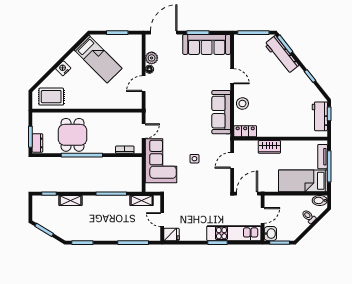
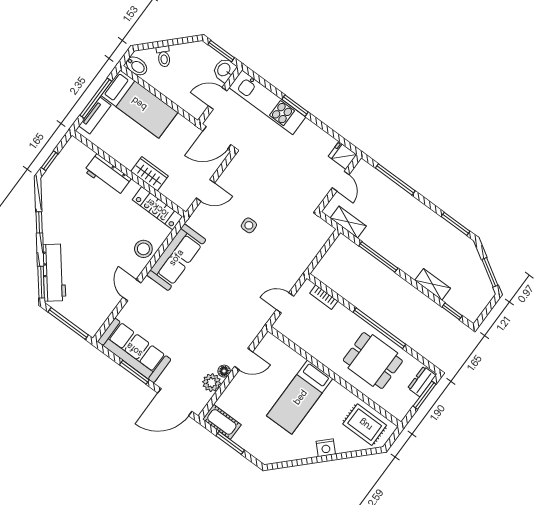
cot: (130, 41) -> (222, 422), added
bed: (98, 59) -> (300, 397), moved, turned -135
workbench: (320, 116) -> (108, 175), moved, turned 90
locker: (245, 131) -> (157, 208), width x1.53
dining table: (72, 135) -> (373, 361), turned 90
corner sofa: (161, 161) -> (290, 252), removed

